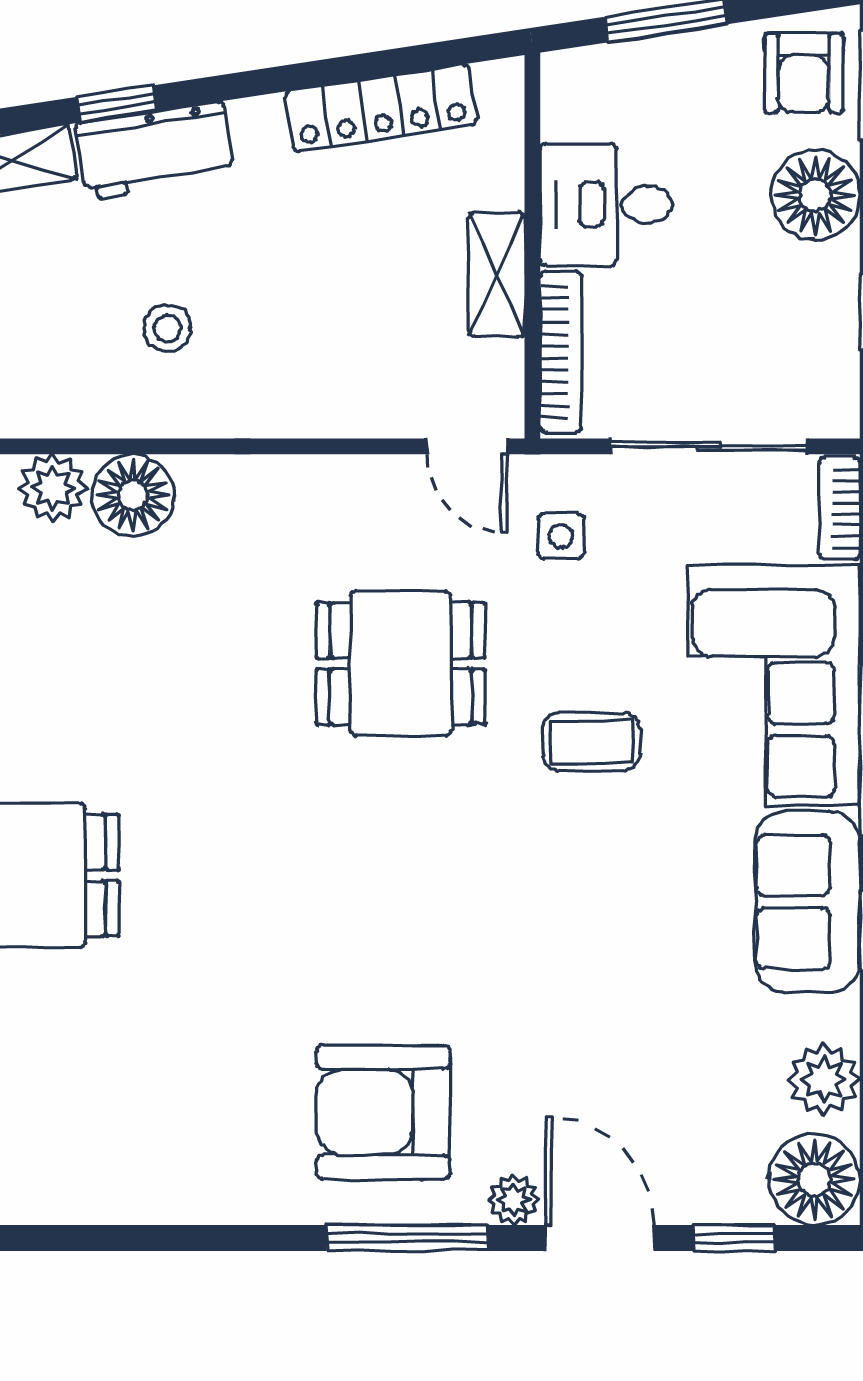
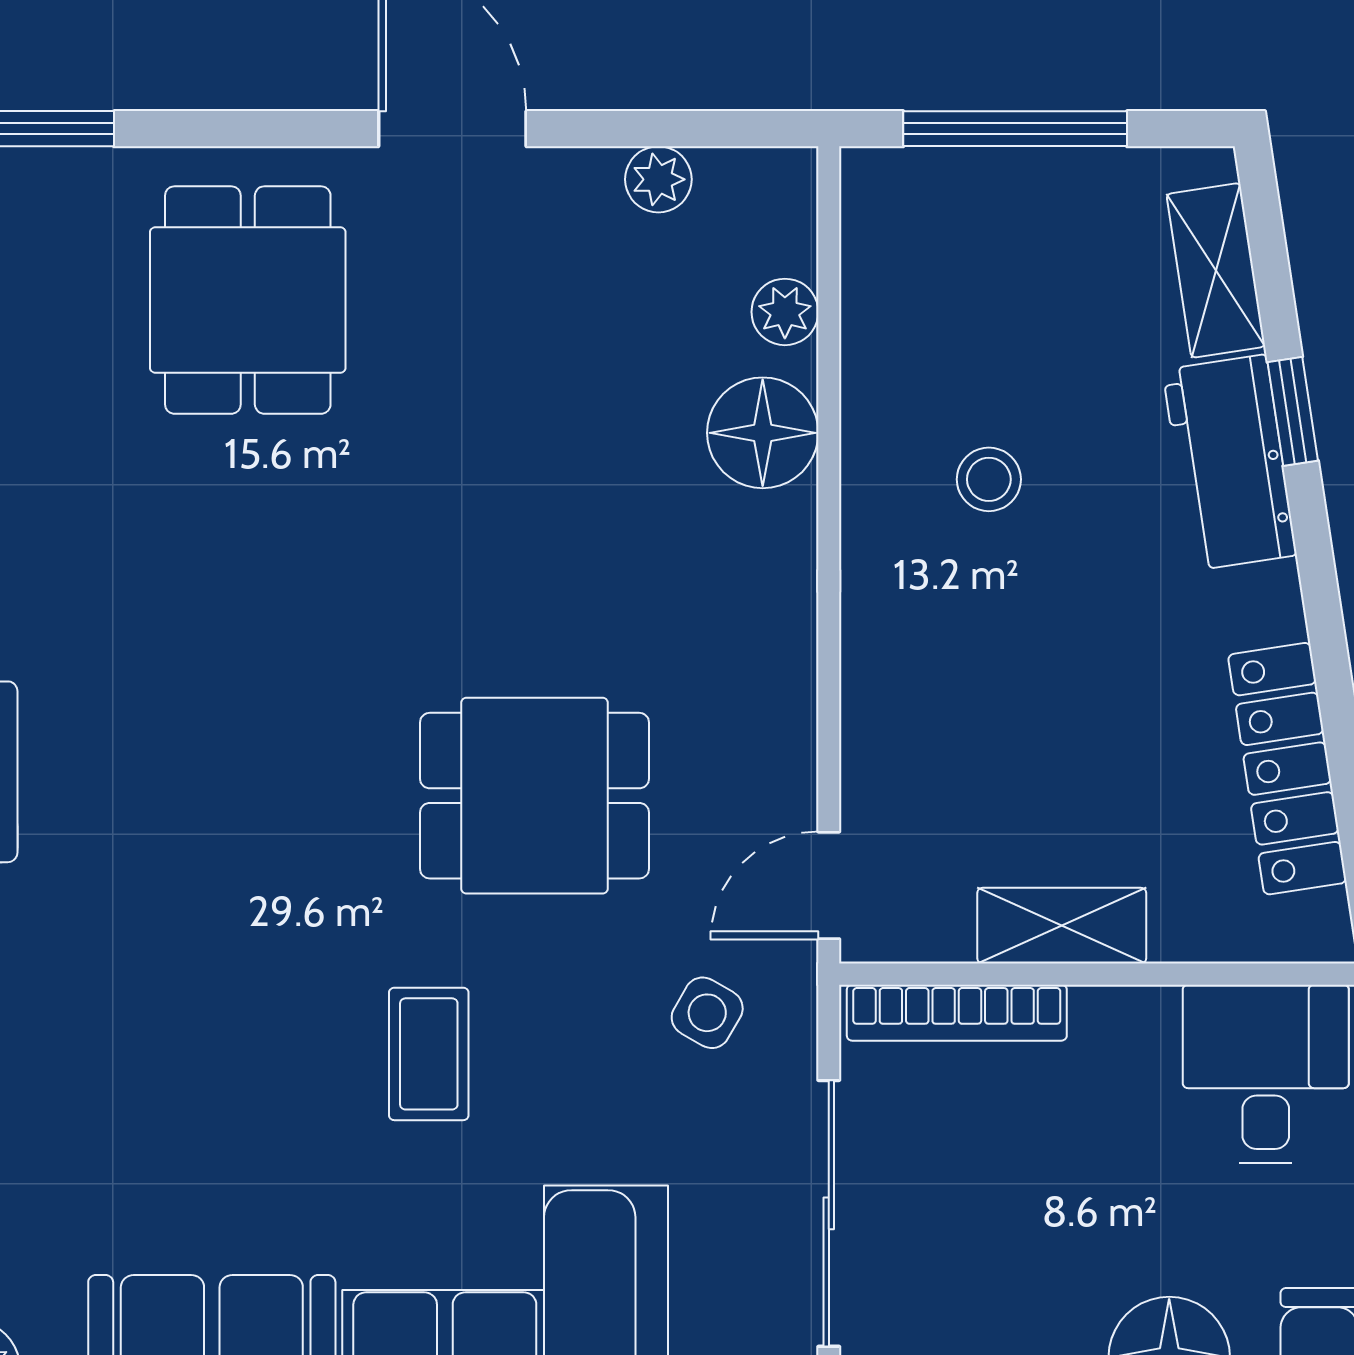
desk: (606, 204) -> (1266, 1074), moved
plant: (53, 488) -> (785, 312), width x0.73, depth x0.73
side table: (561, 536) -> (707, 1013), turned 30
dining table: (401, 664) -> (535, 796), turned 90

